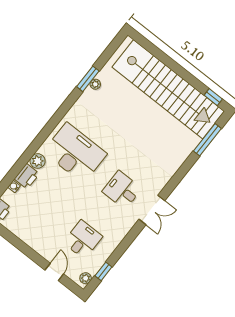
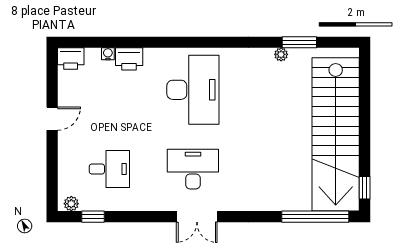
window: (88, 79) -> (299, 42), moved
window: (207, 140) -> (315, 217), width x1.46
plant: (38, 161) -> (154, 57), removed
desk: (122, 190) -> (193, 169), width x1.37
door: (54, 272) -> (52, 119), moved

